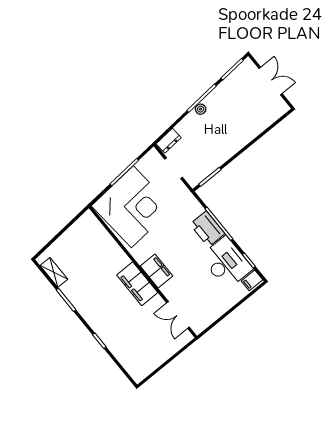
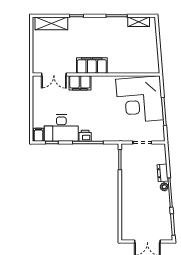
dresser: (169, 141) -> (163, 173), moved
printer: (207, 229) -> (85, 136), width x0.53, depth x0.68
filing cabinet: (156, 271) -> (80, 83), moved
double door: (178, 315) -> (54, 74), swing flipped
shelving: (128, 360) -> (51, 23), added

